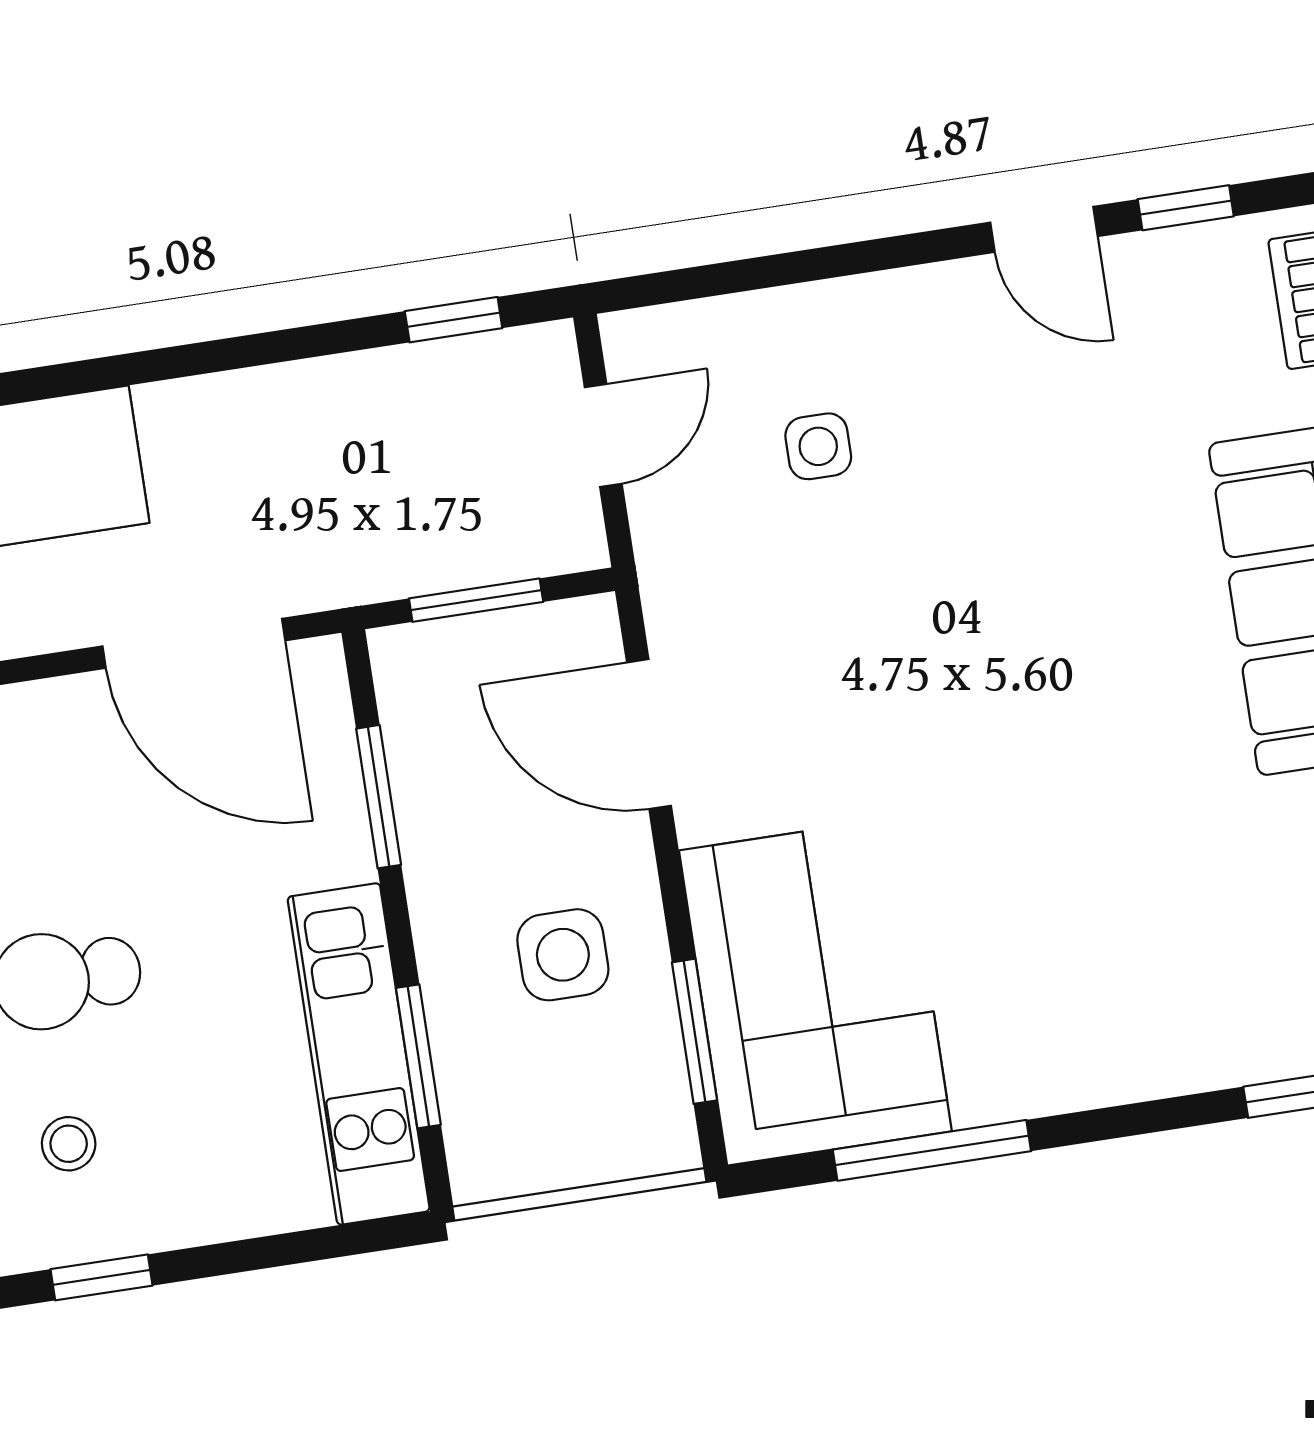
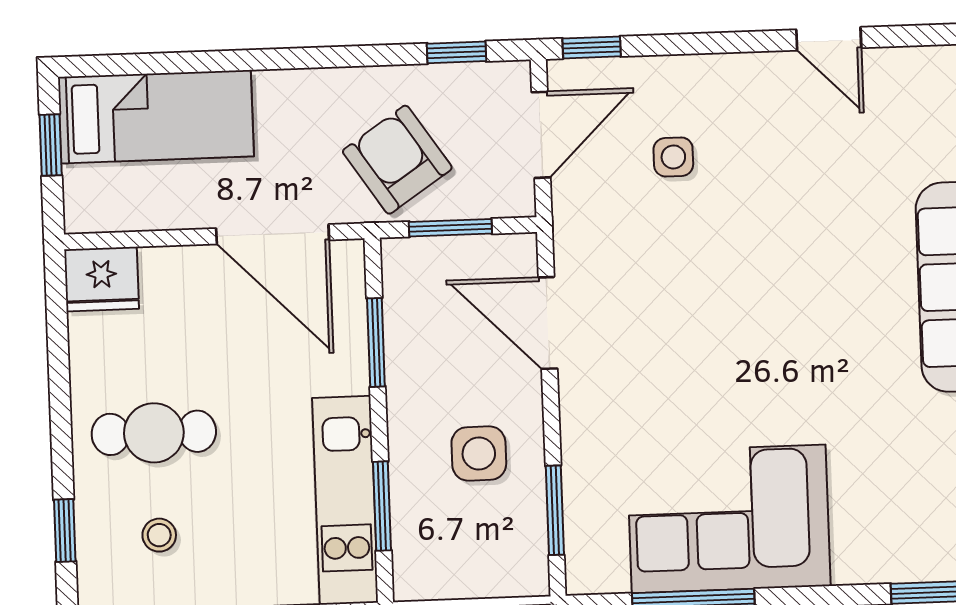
window: (1186, 208) -> (592, 47), moved
door: (603, 435) -> (541, 135), width x1.38
armchair: (379, 502) -> (397, 160), added
corner sofa: (815, 991) -> (729, 519), moved, turned -90

